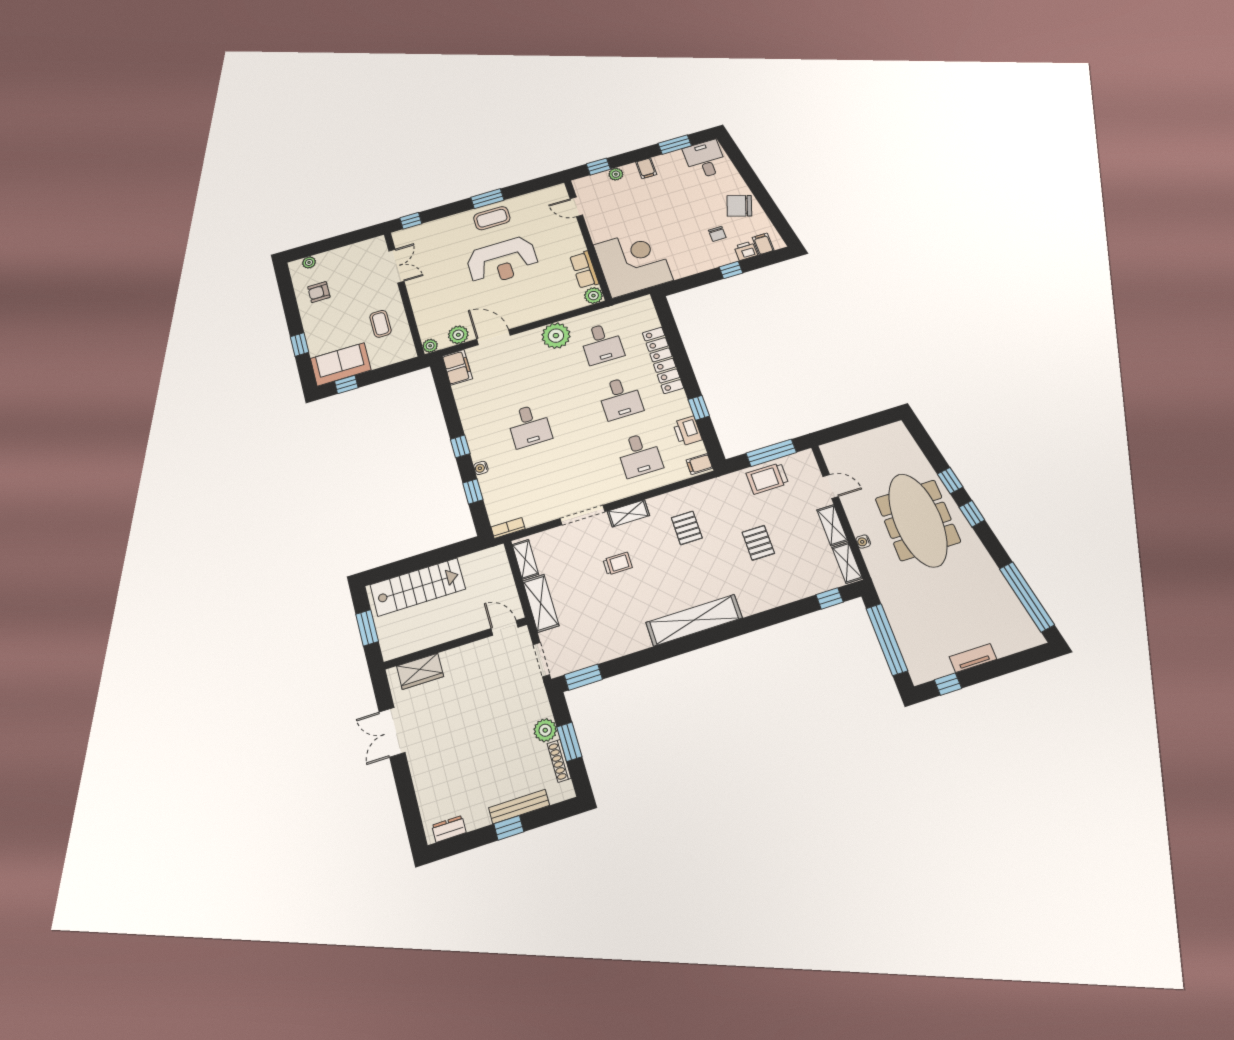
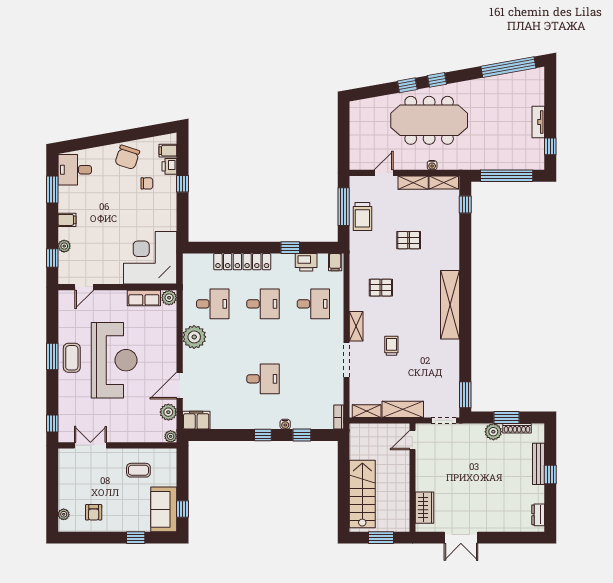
reception desk: (502, 261) -> (114, 360), width x1.36, depth x1.30

